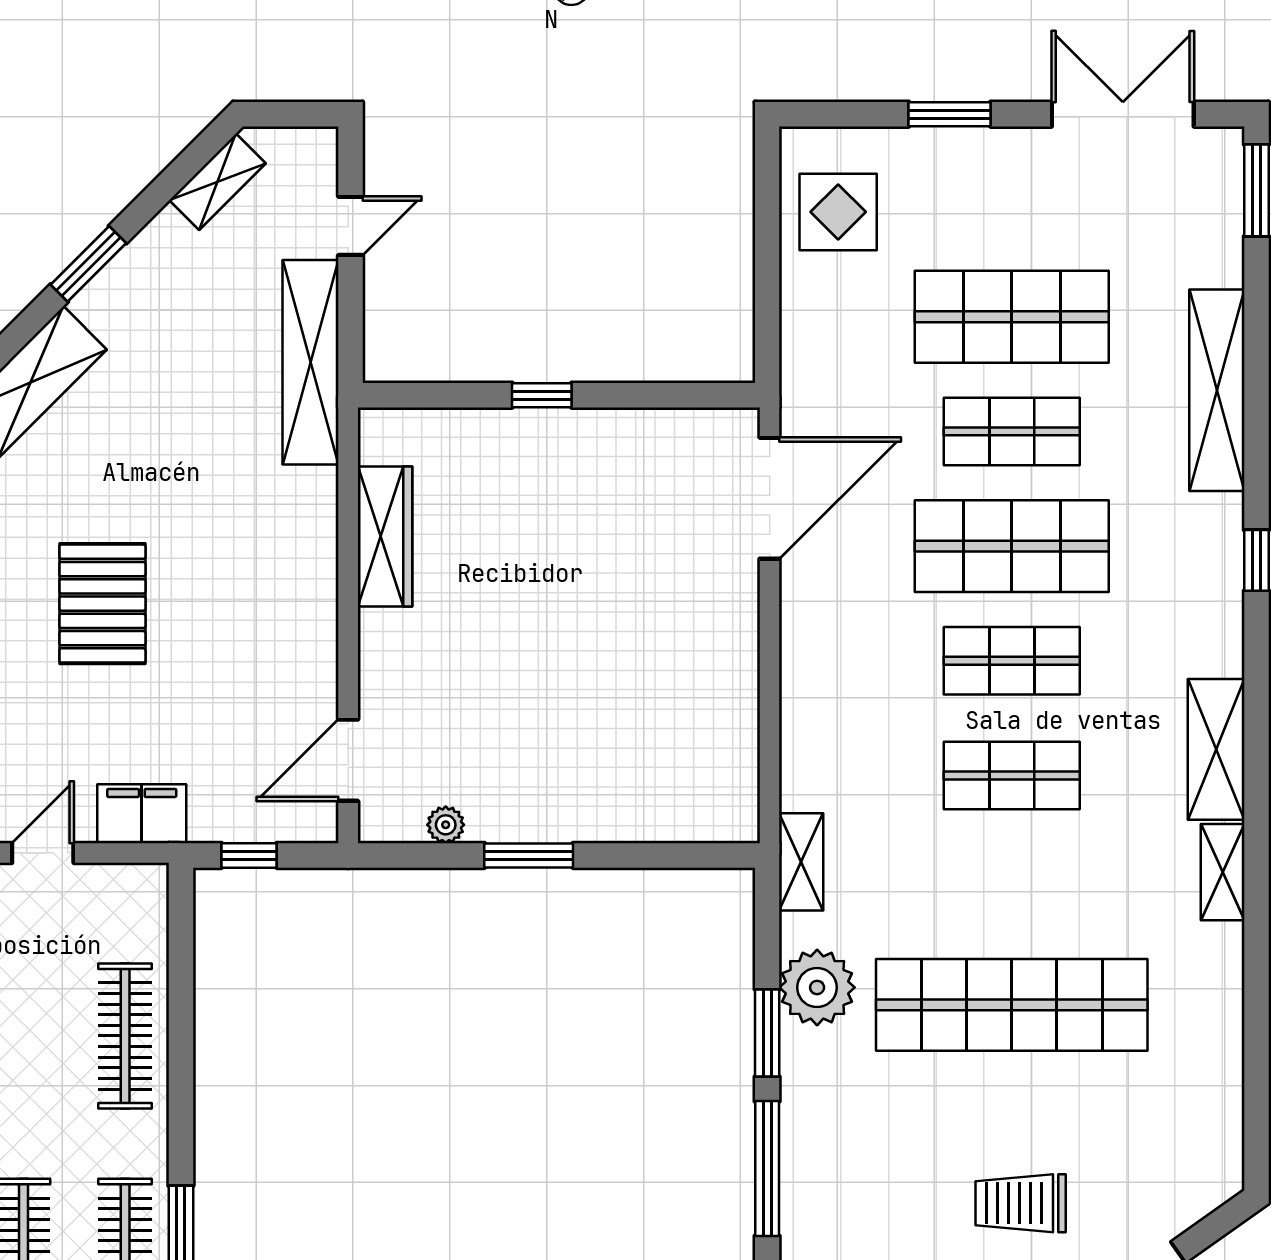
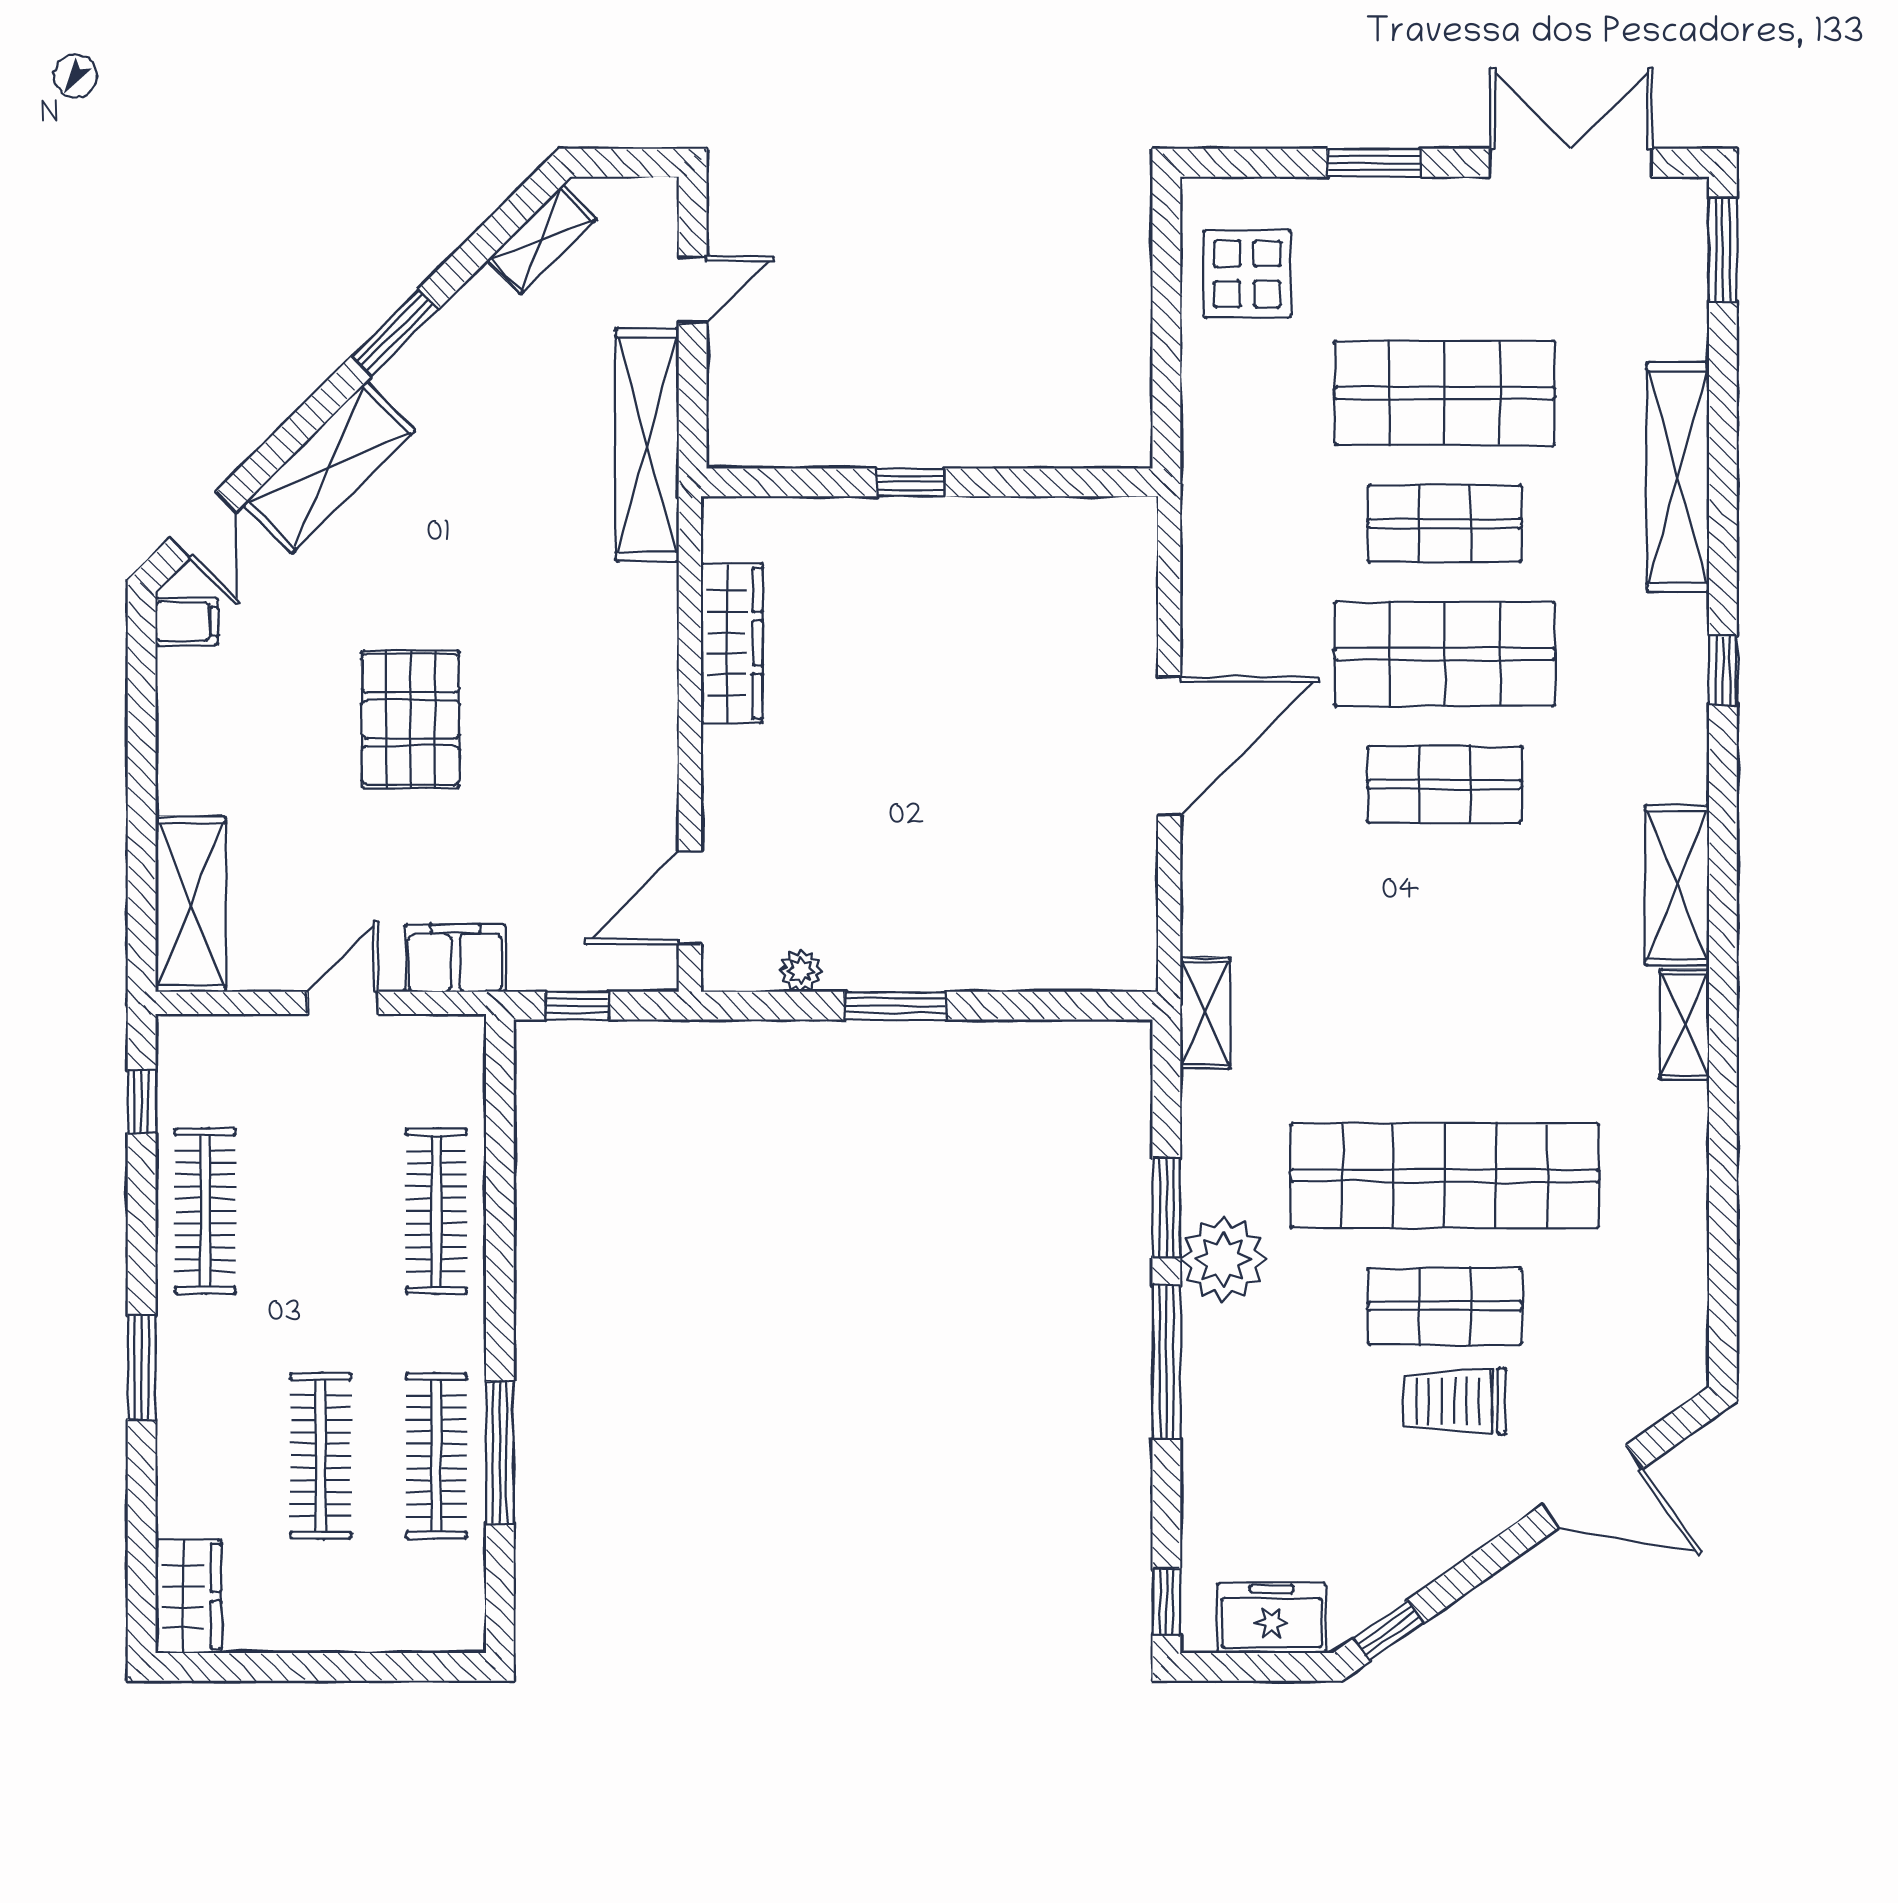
door: (770, 498) -> (1169, 746), moved
shop shelf: (1012, 775) -> (1445, 1306), moved
plant: (817, 987) -> (1223, 1259), moved

